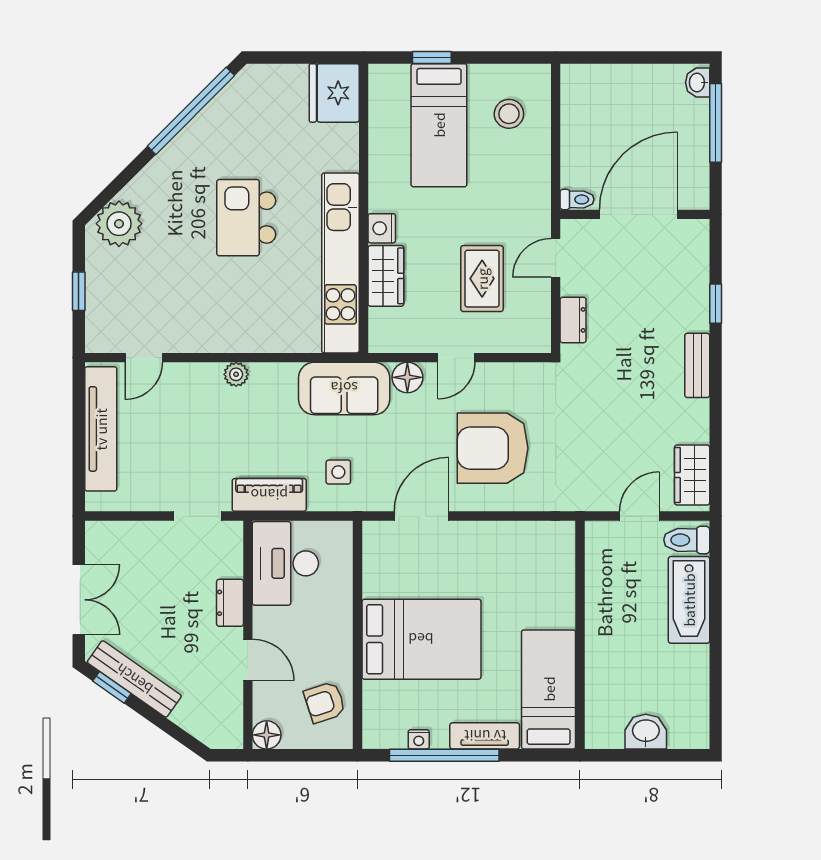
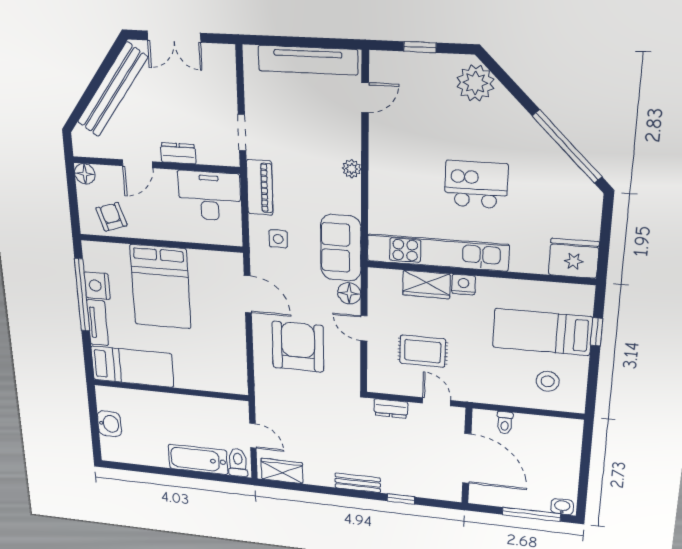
toilet: (577, 199) -> (505, 423), moved
door: (144, 358) -> (365, 98), swing flipped
bench: (134, 679) -> (112, 90), width x1.37, depth x1.21
window: (112, 687) -> (110, 60), removed
nightstand: (419, 739) -> (97, 286), width x1.89, depth x1.79

